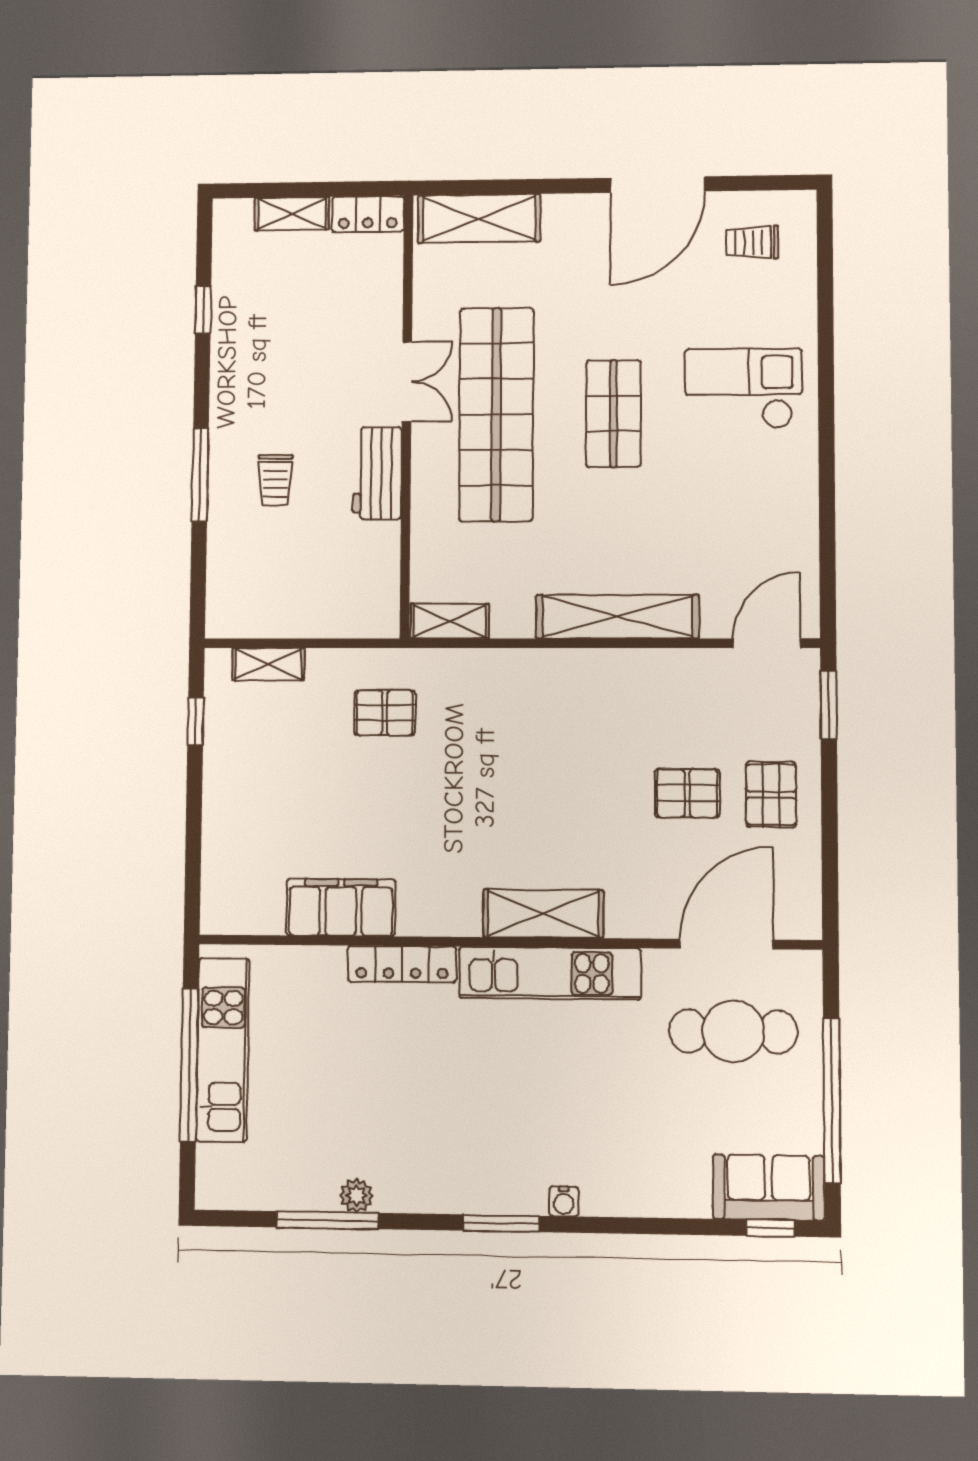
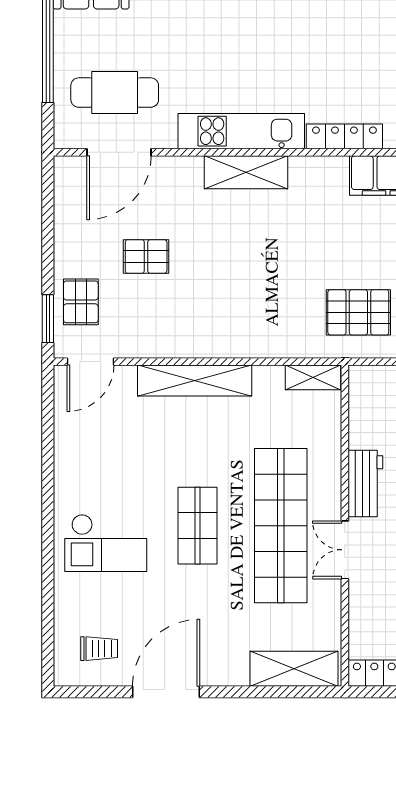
pallet: (385, 713) -> (358, 312), width x1.50, depth x1.42
pallet: (771, 795) -> (81, 302), moved

